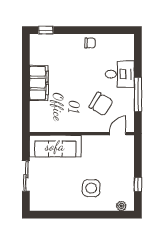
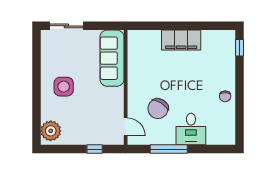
sliding door: (26, 176) -> (66, 26), moved
window: (138, 184) -> (95, 149), moved
side table: (91, 188) -> (64, 87), moved
plant: (121, 206) -> (51, 131), width x1.87, depth x1.87

